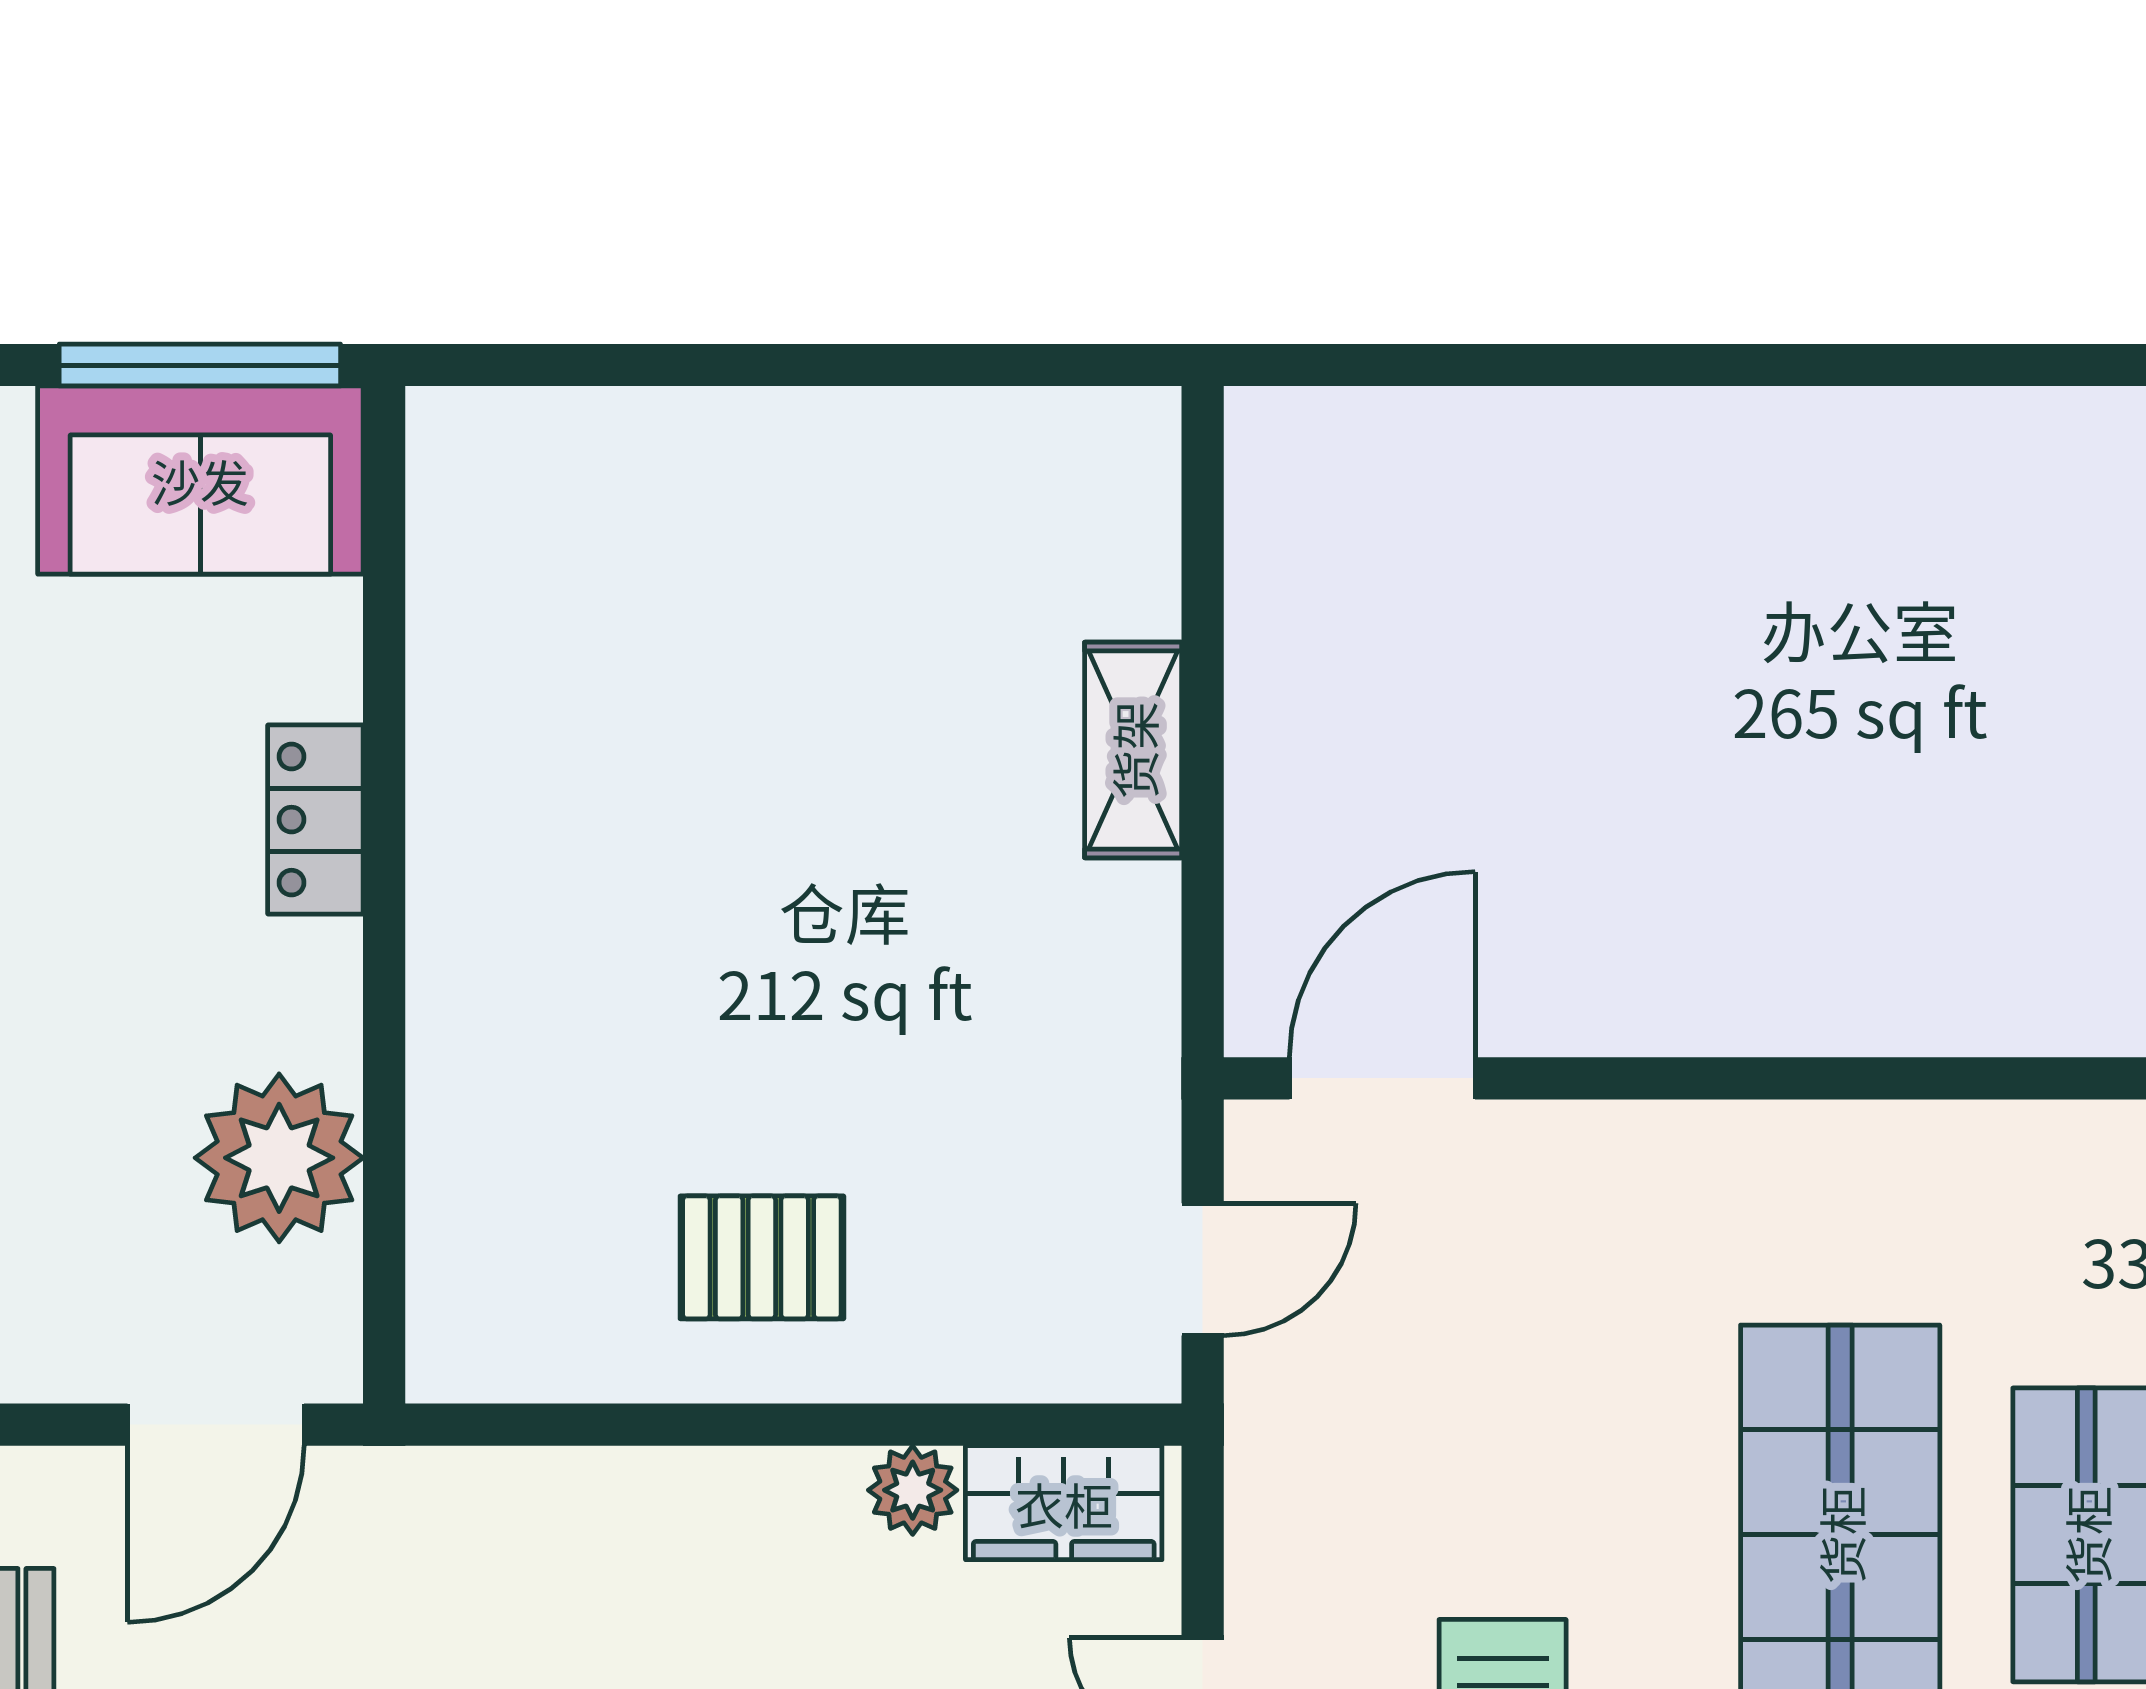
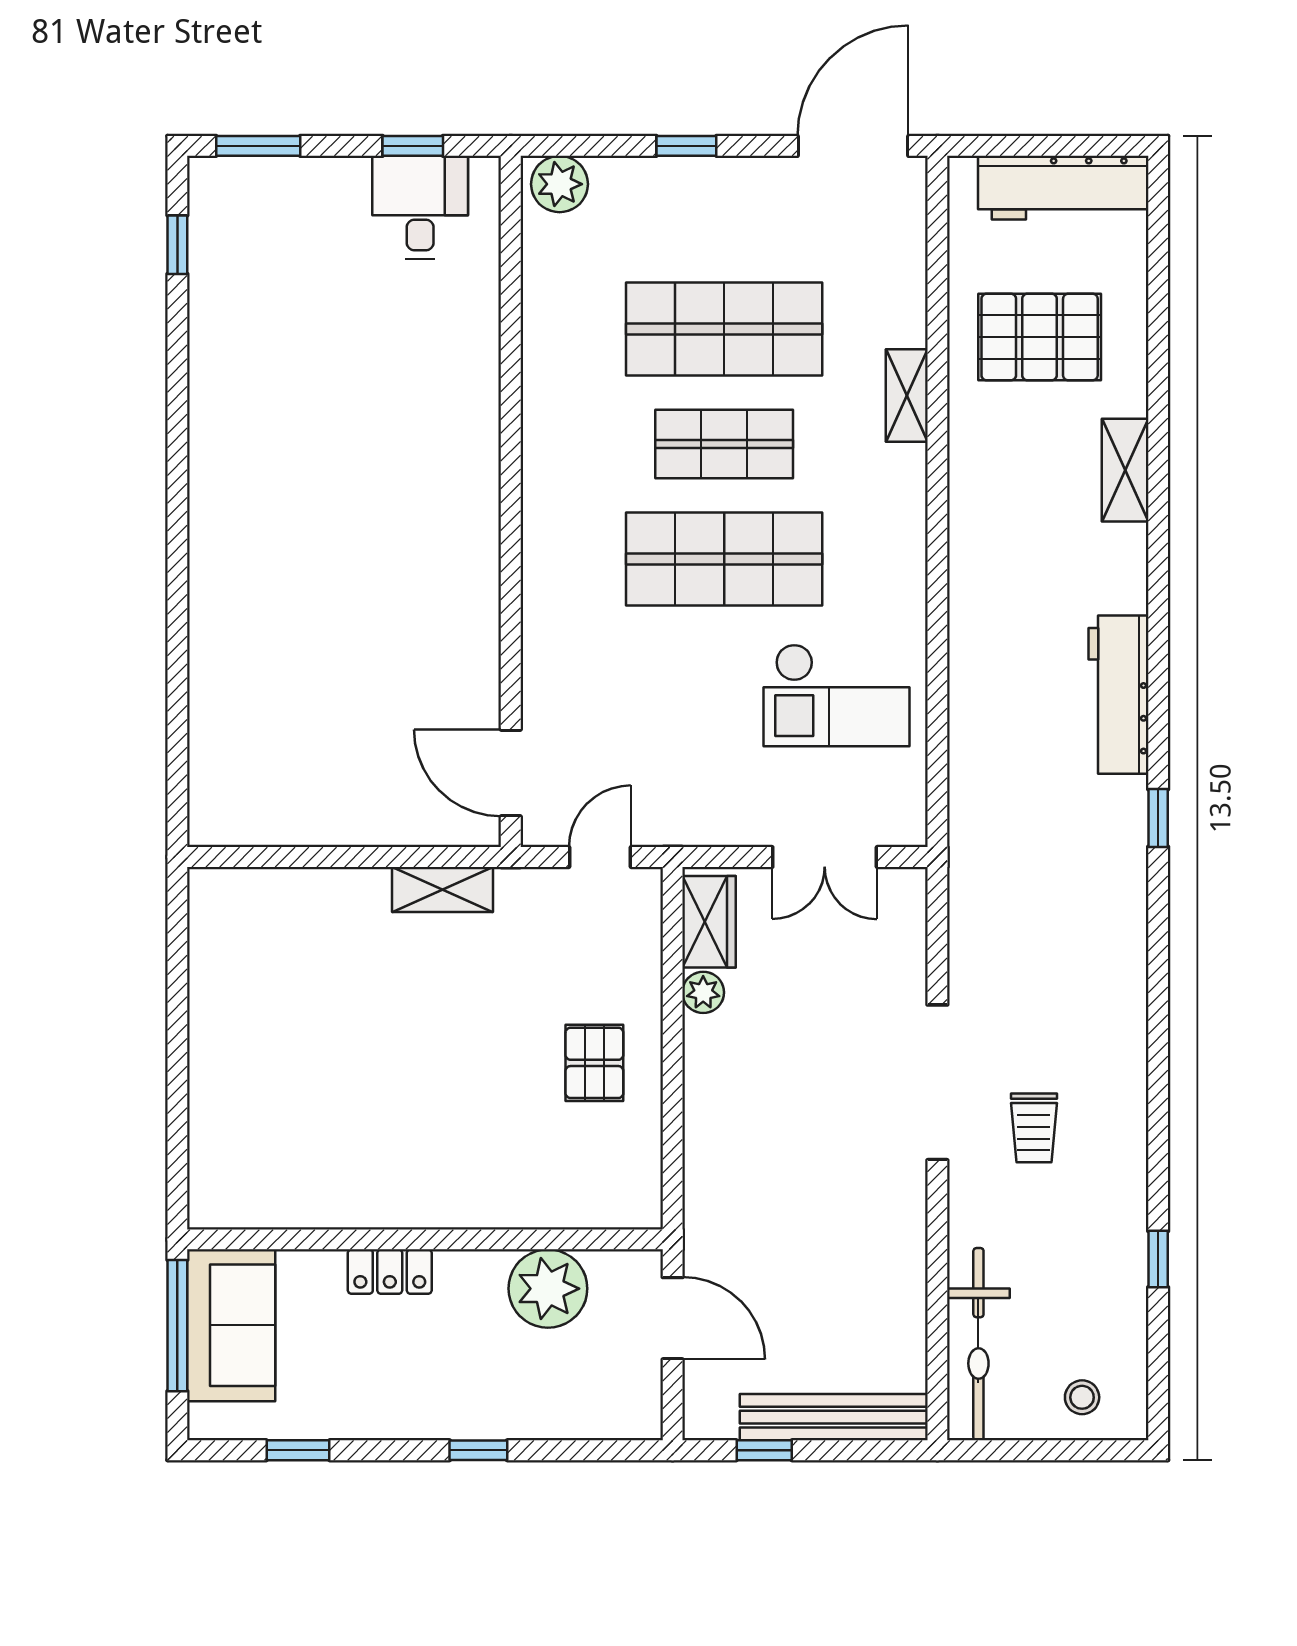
shelving: (1133, 750) -> (442, 889), moved
door: (1203, 1269) -> (600, 857), hinge flipped

